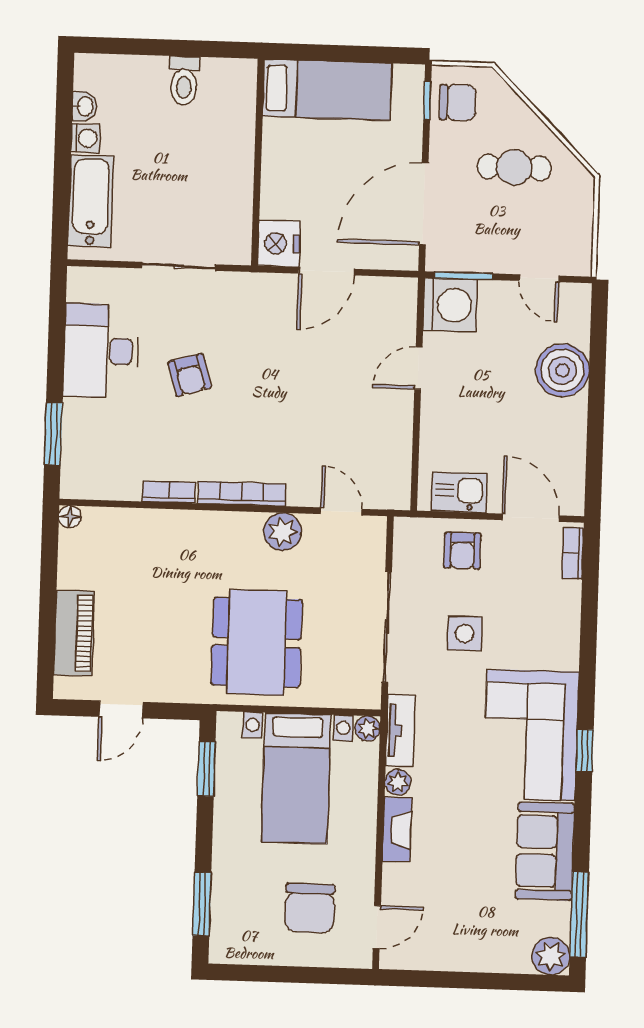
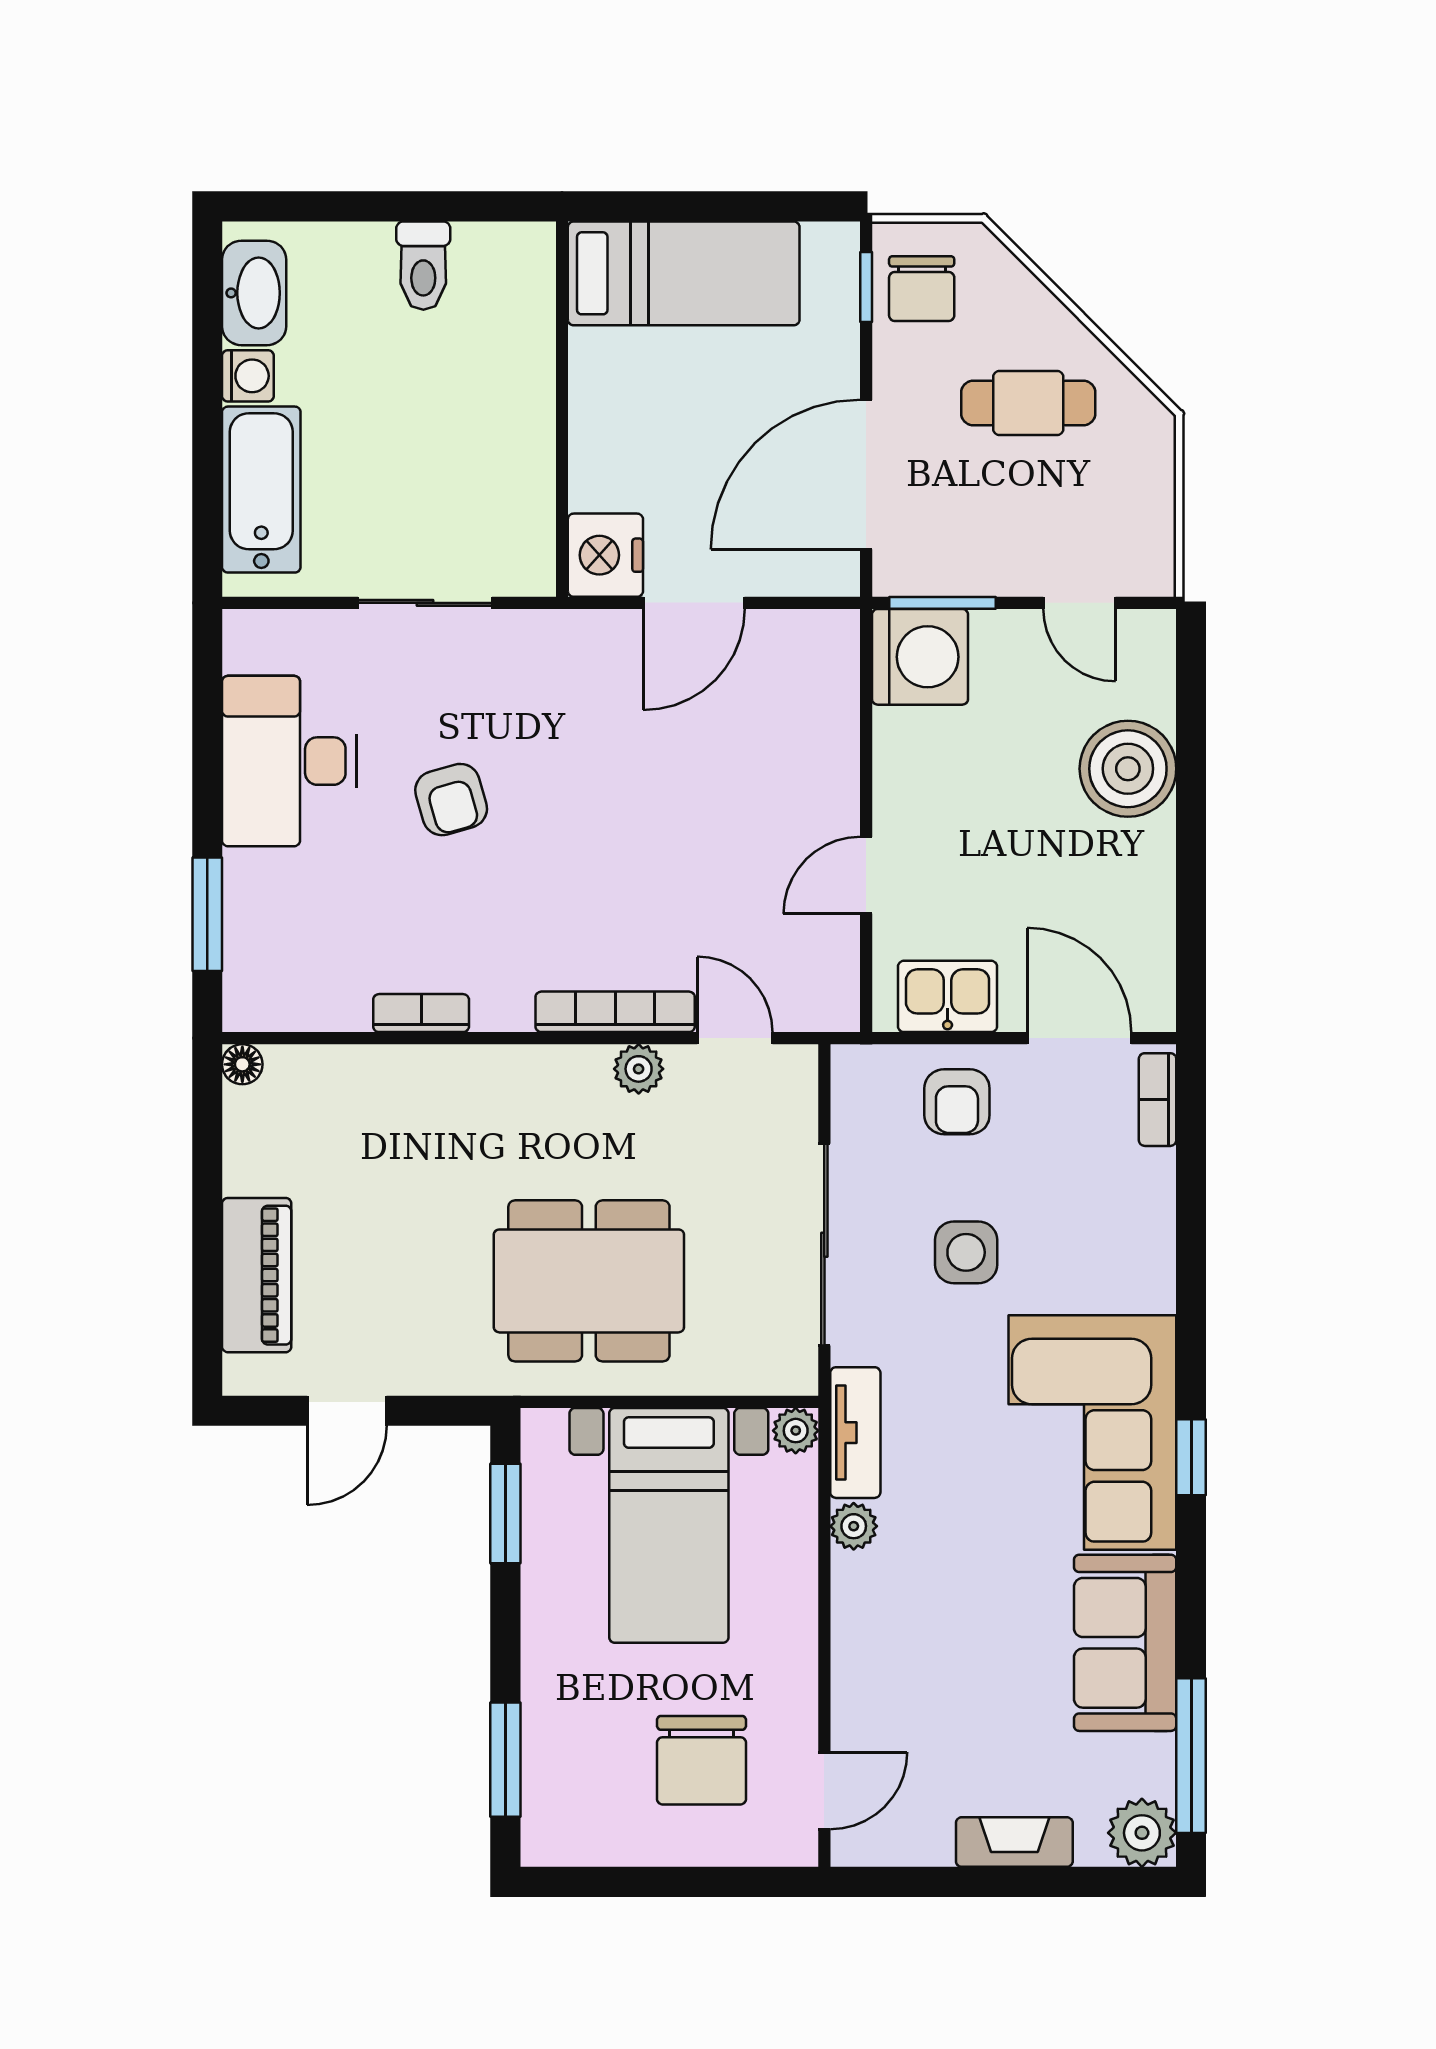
chair: (458, 103) -> (922, 289), turned 90
washbasin: (85, 106) -> (254, 293), width x1.91, depth x1.45
door: (418, 368) -> (866, 875), moved
bookcase: (242, 494) -> (615, 1012), moved
plant: (282, 532) -> (639, 1069), width x0.73, depth x0.73
dining table: (257, 642) -> (589, 1281), turned 90
fireplace: (397, 830) -> (1014, 1842), moved, turned -90

